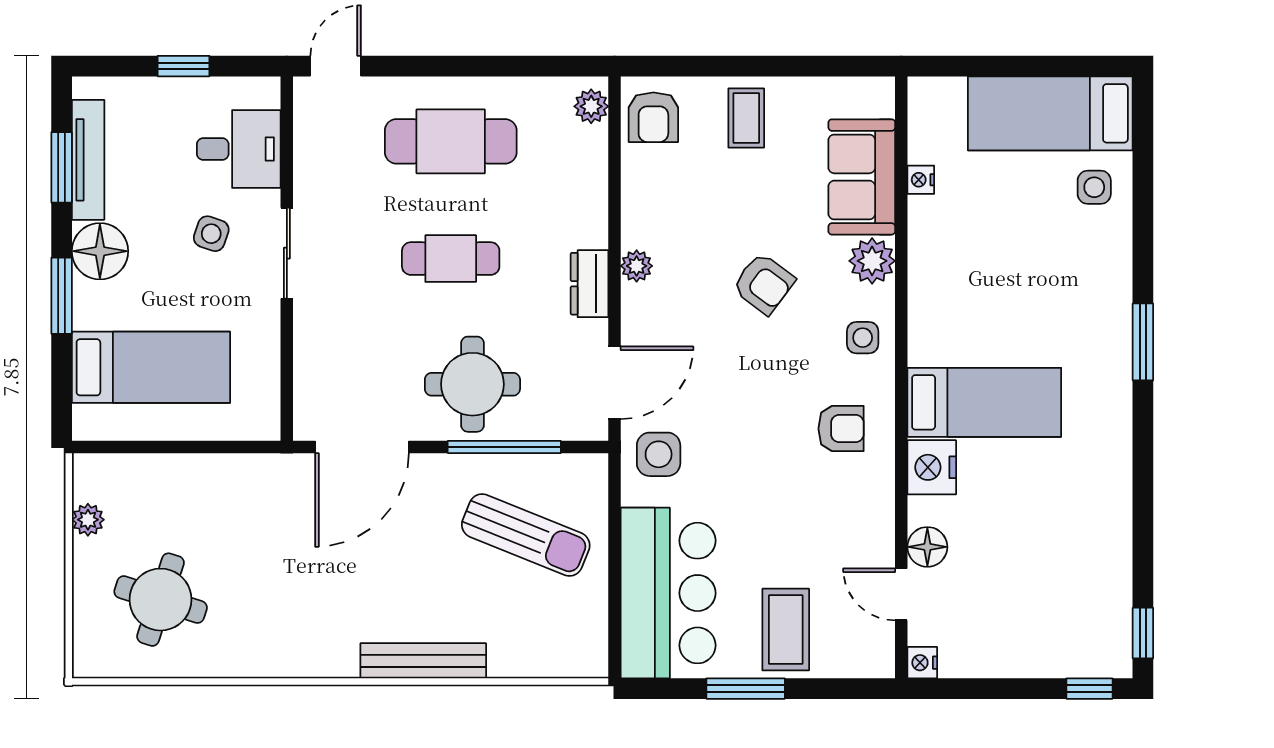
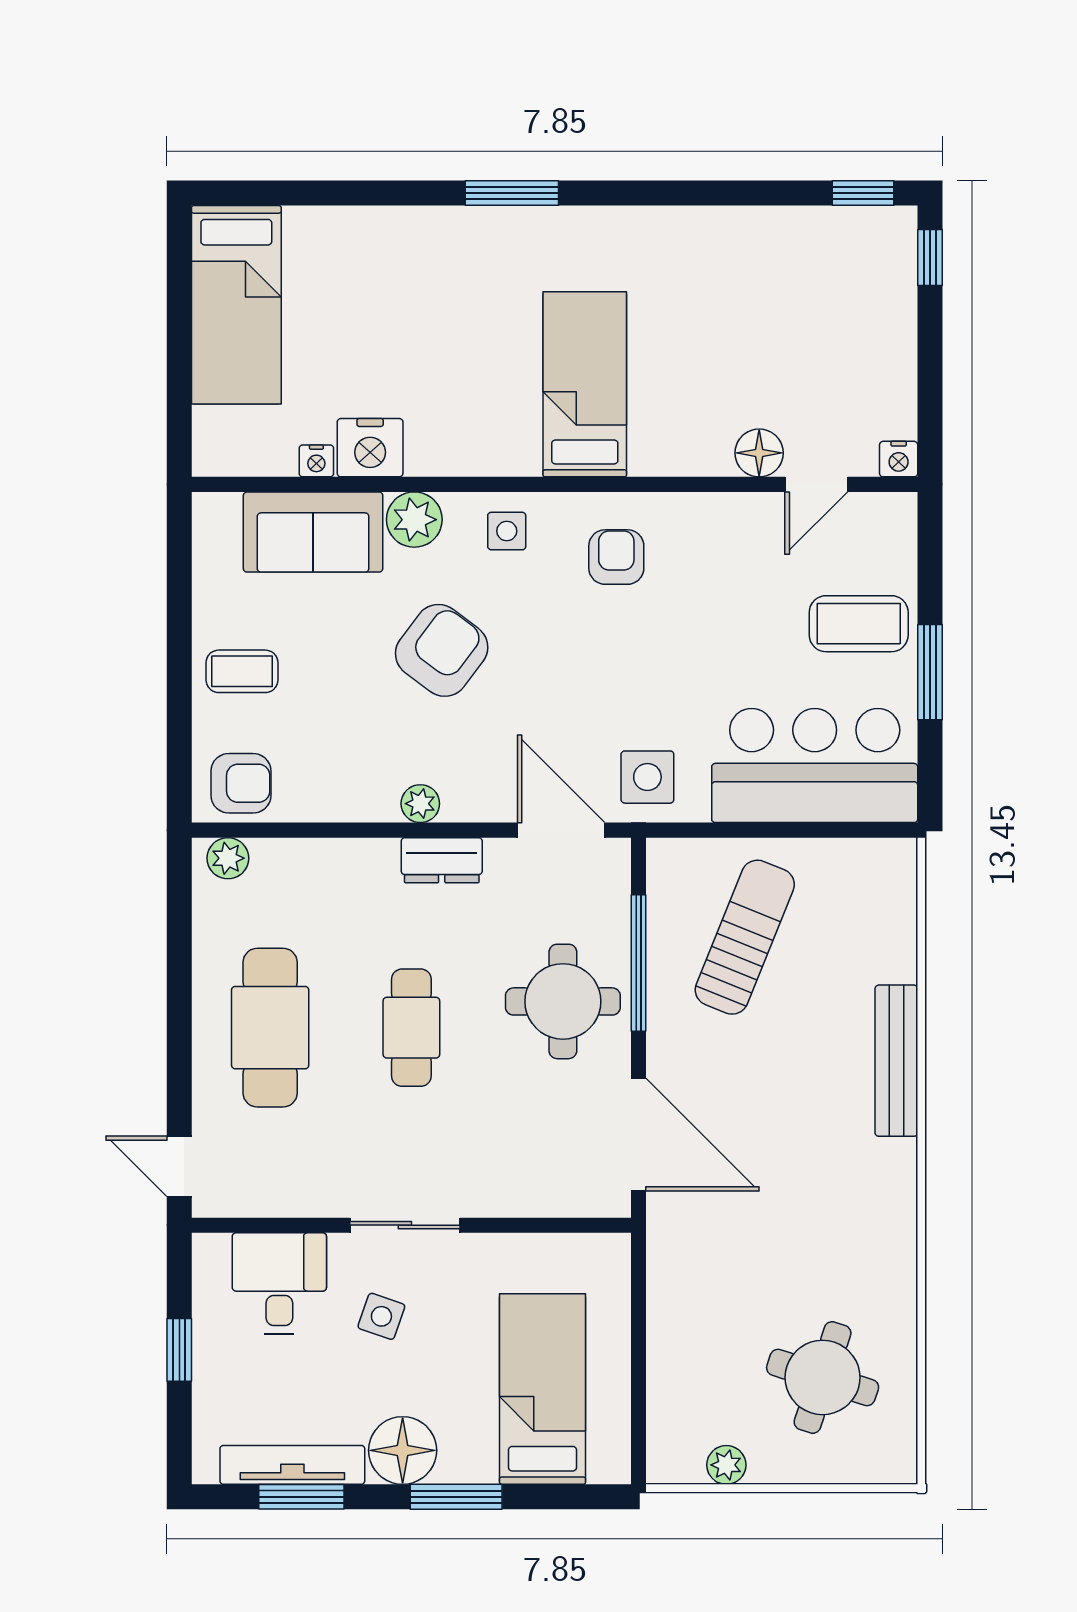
side table: (1094, 187) -> (325, 252), removed
armchair: (764, 284) -> (442, 650), width x1.38, depth x1.38
nightstand: (932, 467) -> (370, 448), moved

